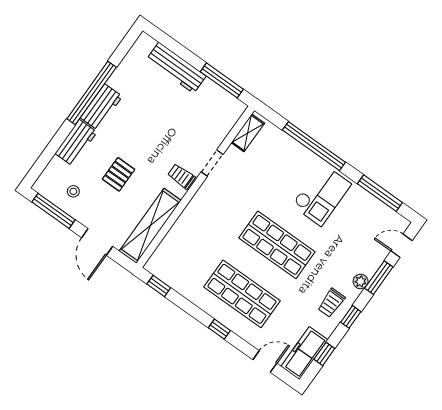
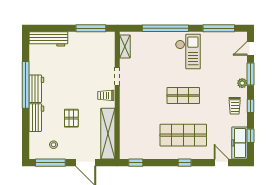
workbench: (176, 68) -> (48, 39), moved
shop shelf: (277, 245) -> (183, 95), width x0.70, depth x0.74
door: (265, 362) -> (221, 163), hinge flipped

